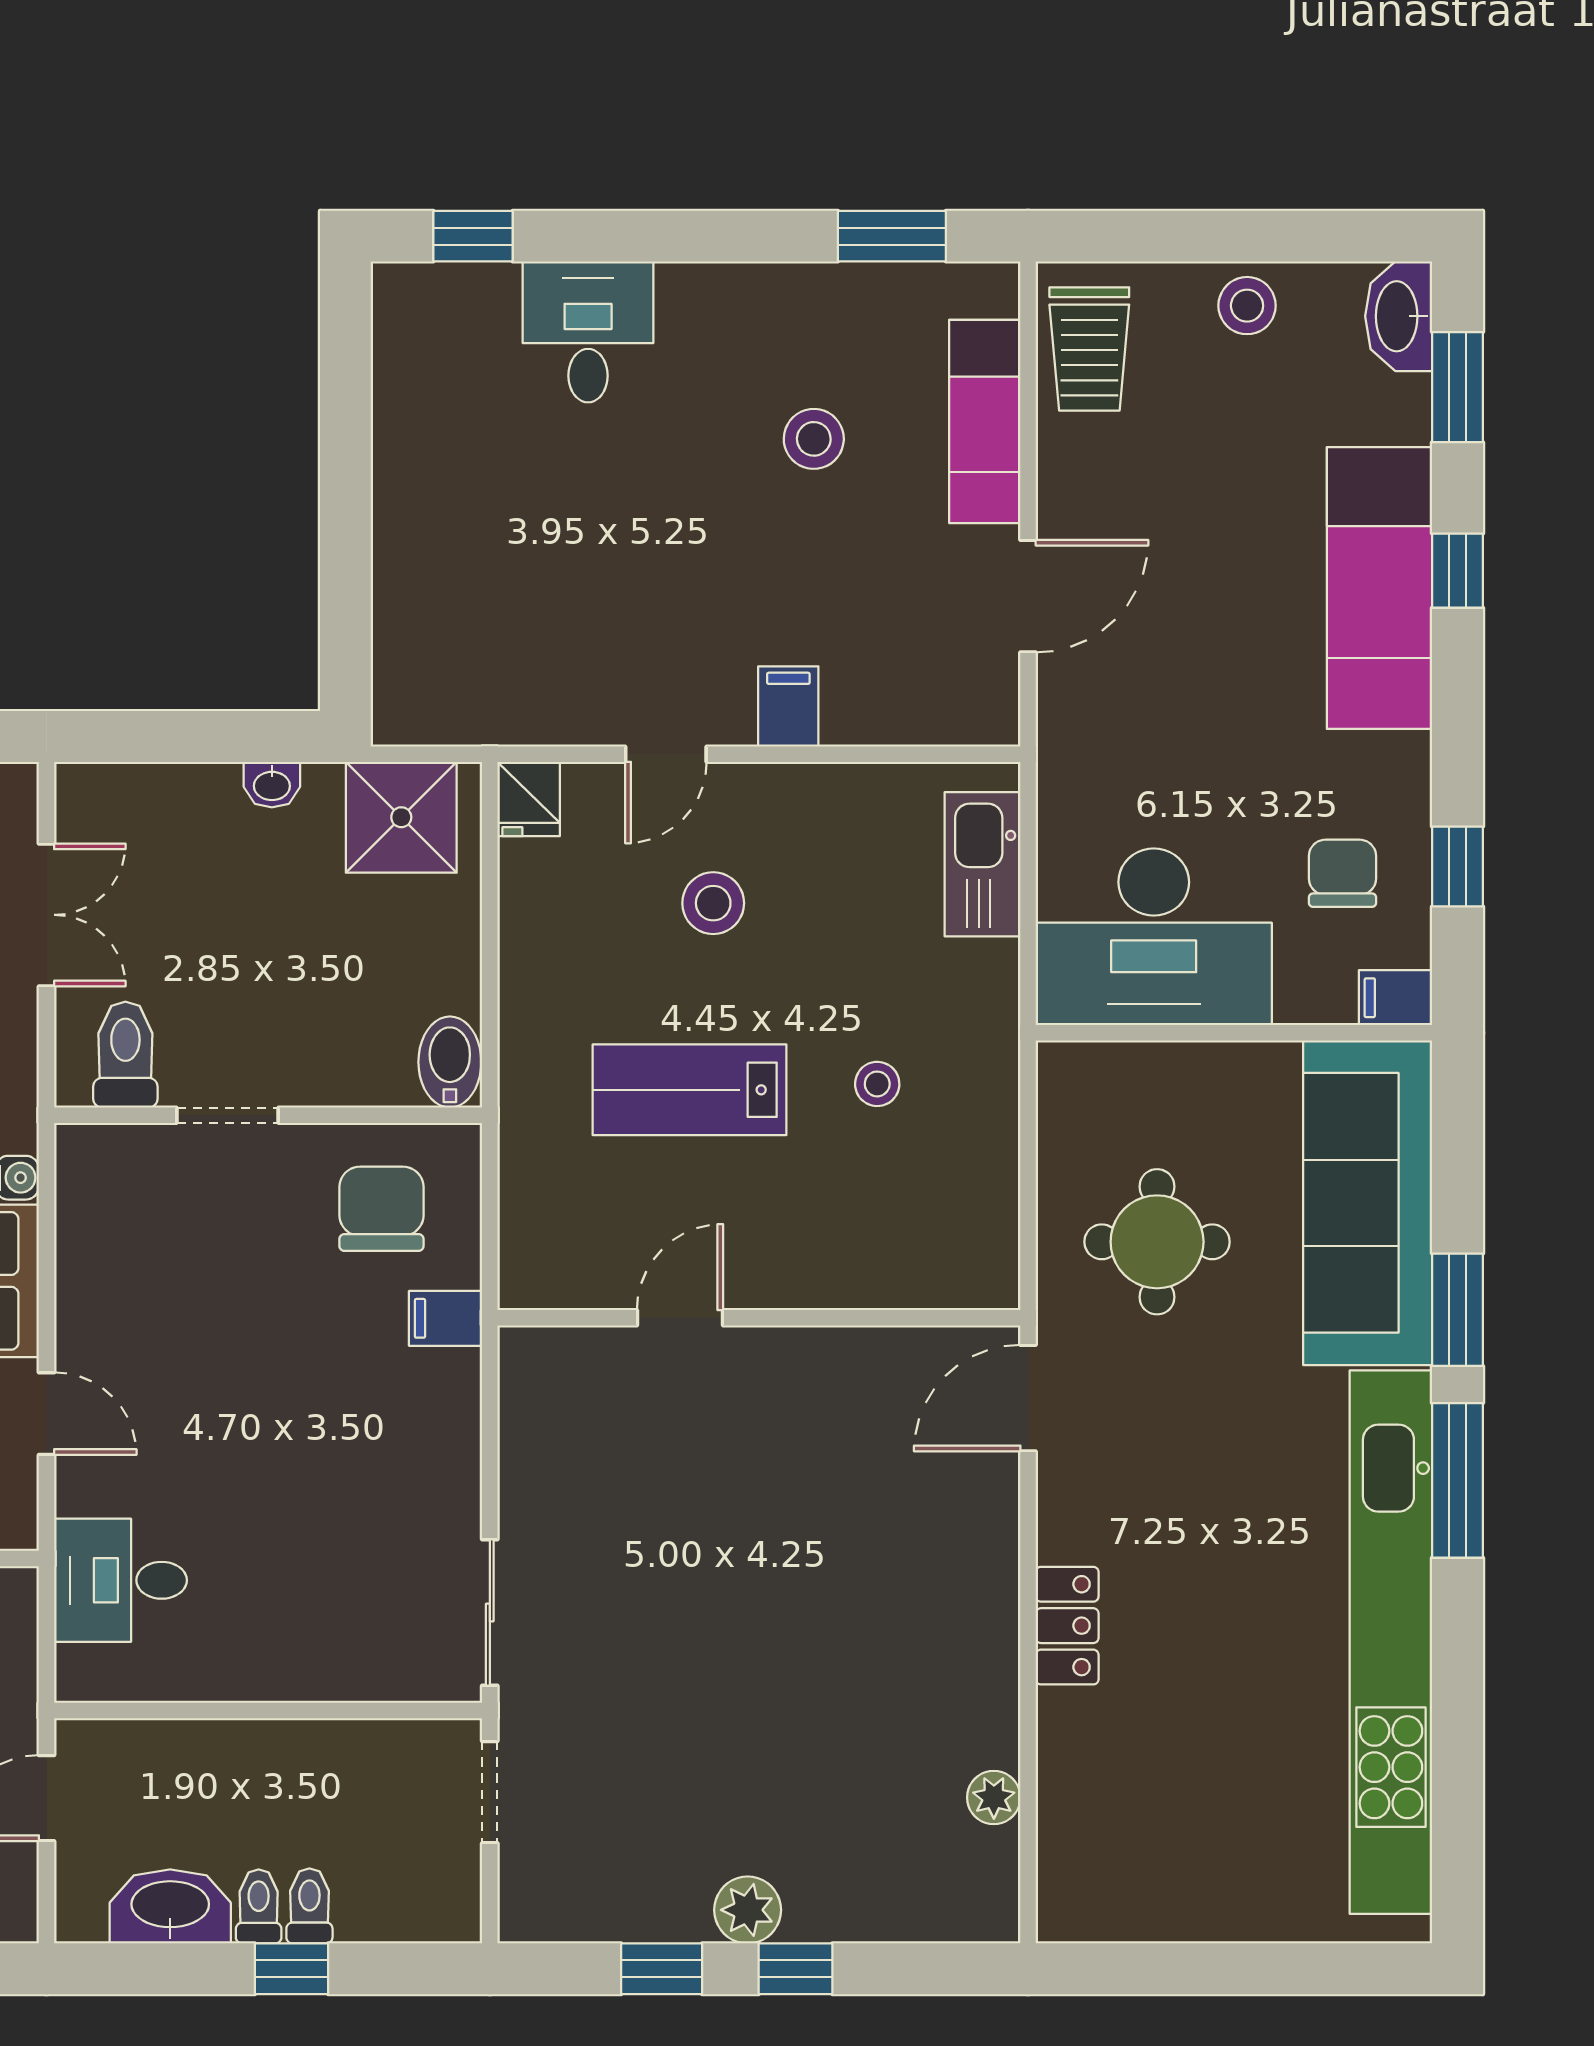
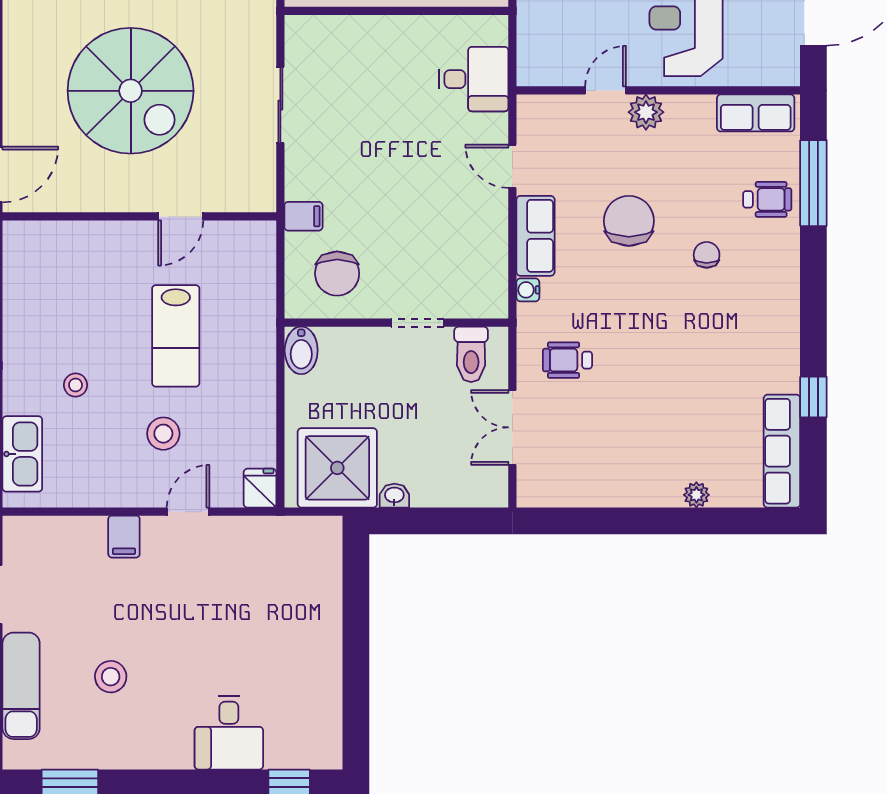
shower: (401, 817) -> (337, 468), width x1.37, depth x1.37
stool: (877, 1084) -> (76, 385), moved
lab bench: (689, 1090) -> (176, 336), turned 90
spiral stairs: (776, 1558) -> (131, 91), added
sliding door: (490, 1613) -> (280, 105), moved

